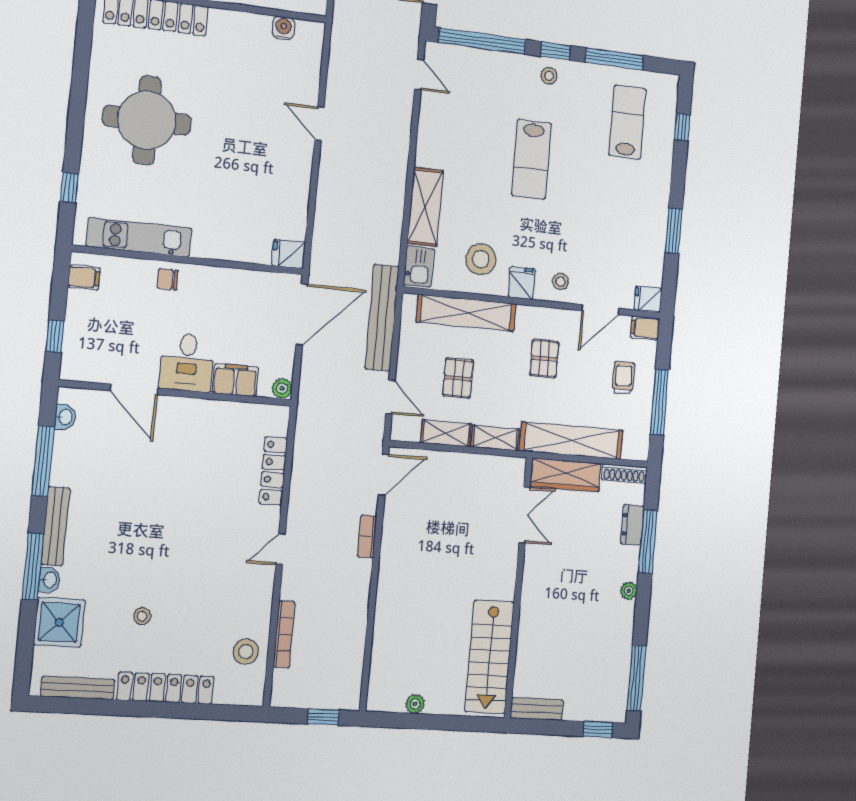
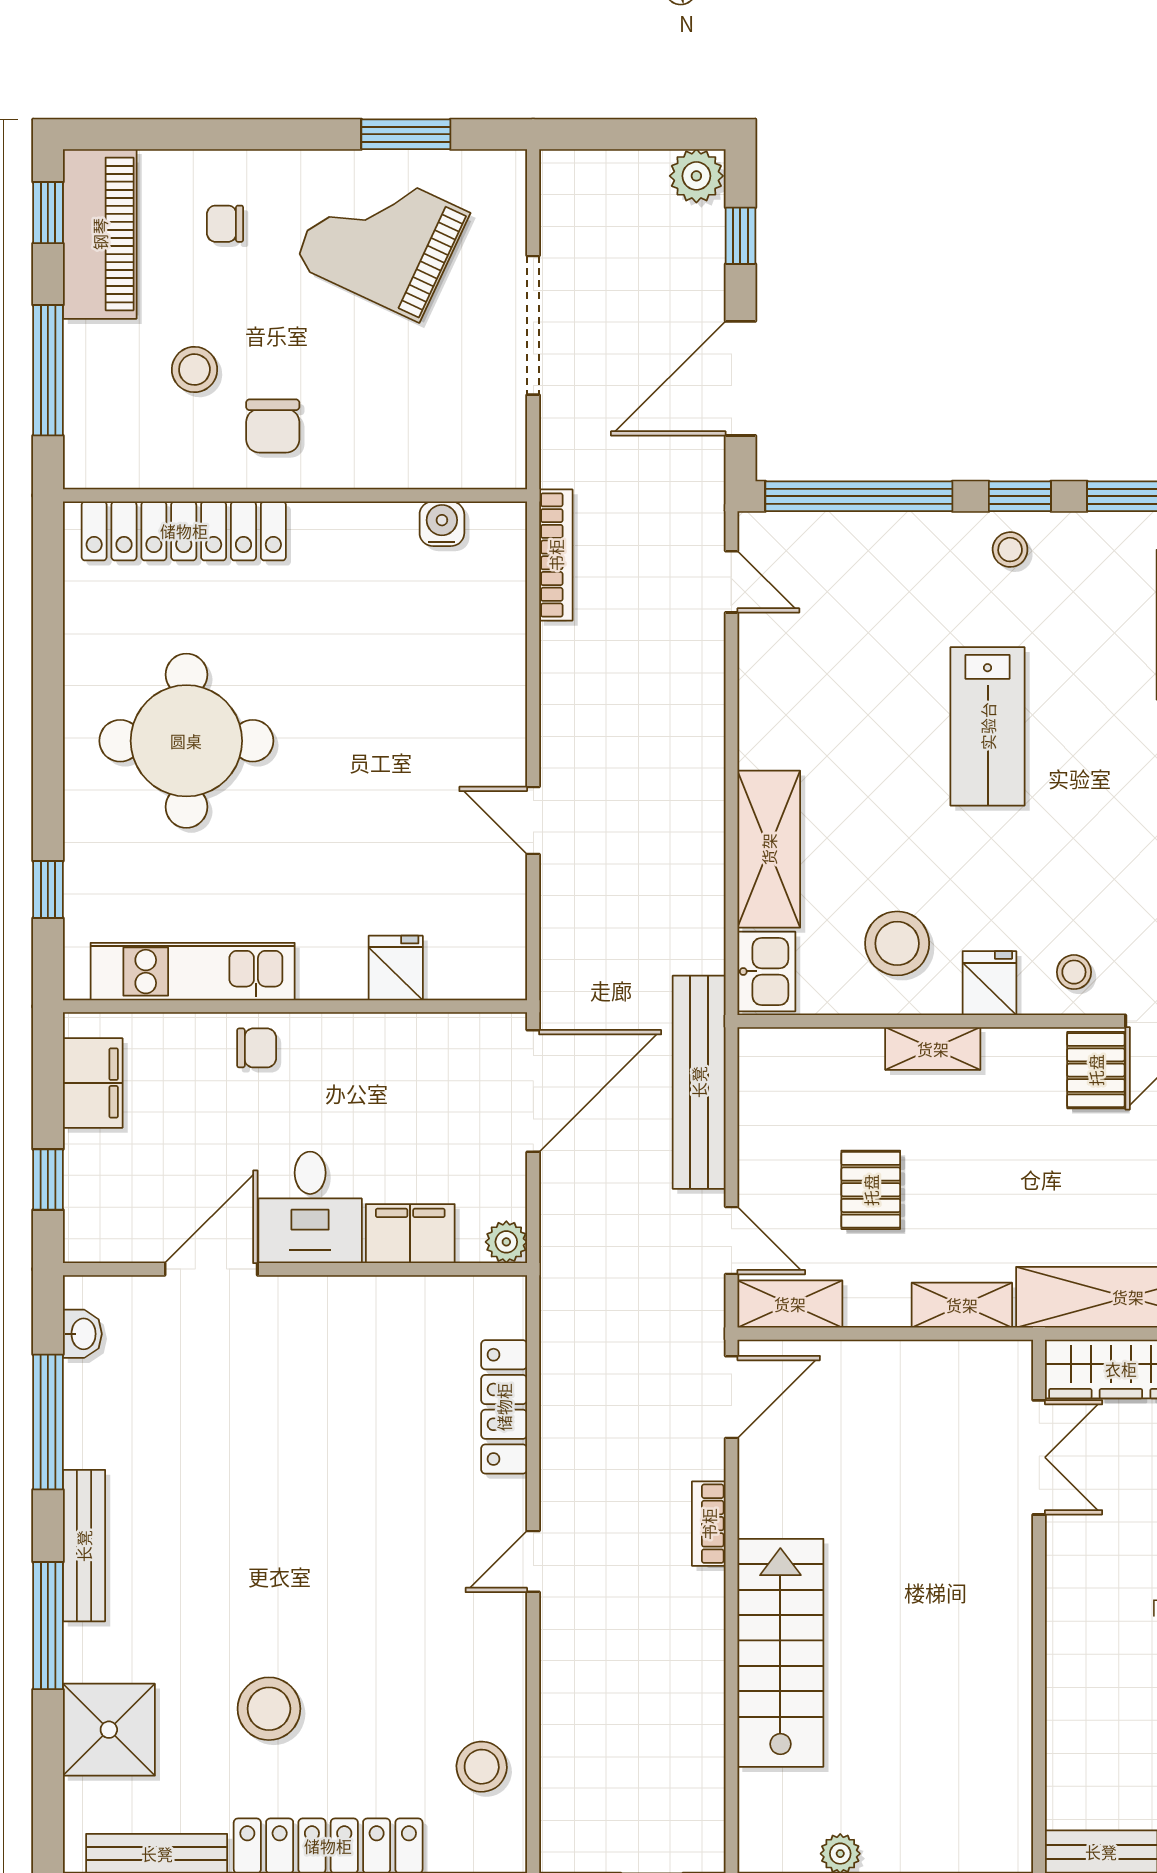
door: (319, 124) -> (533, 821), moved
fridge: (289, 254) -> (396, 968), moved, turned 90
filing cabinet: (84, 277) -> (93, 1083), width x2.00
chair: (168, 279) -> (257, 1048), turned 180
shelving: (466, 313) -> (933, 1049), width x0.45, depth x0.75
pallet: (544, 358) -> (1096, 1070), moved
door: (134, 389) -> (211, 1269), swing flipped
shelving: (446, 433) -> (790, 1304), moved
washbasin: (49, 580) -> (82, 1649), removed
stool: (142, 616) -> (269, 1709), width x1.89, depth x1.89
bookcase: (284, 634) -> (556, 555), moved
stairs: (490, 657) -> (780, 1653), moved, turned 180

